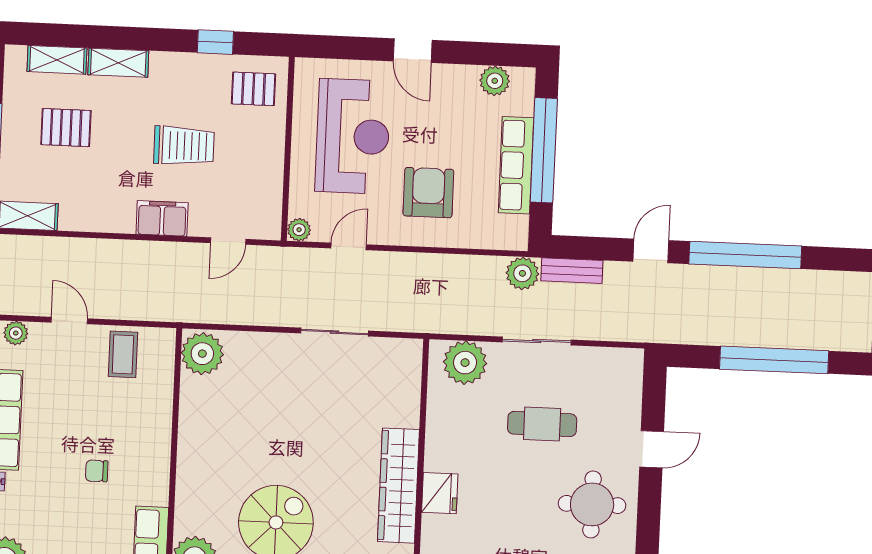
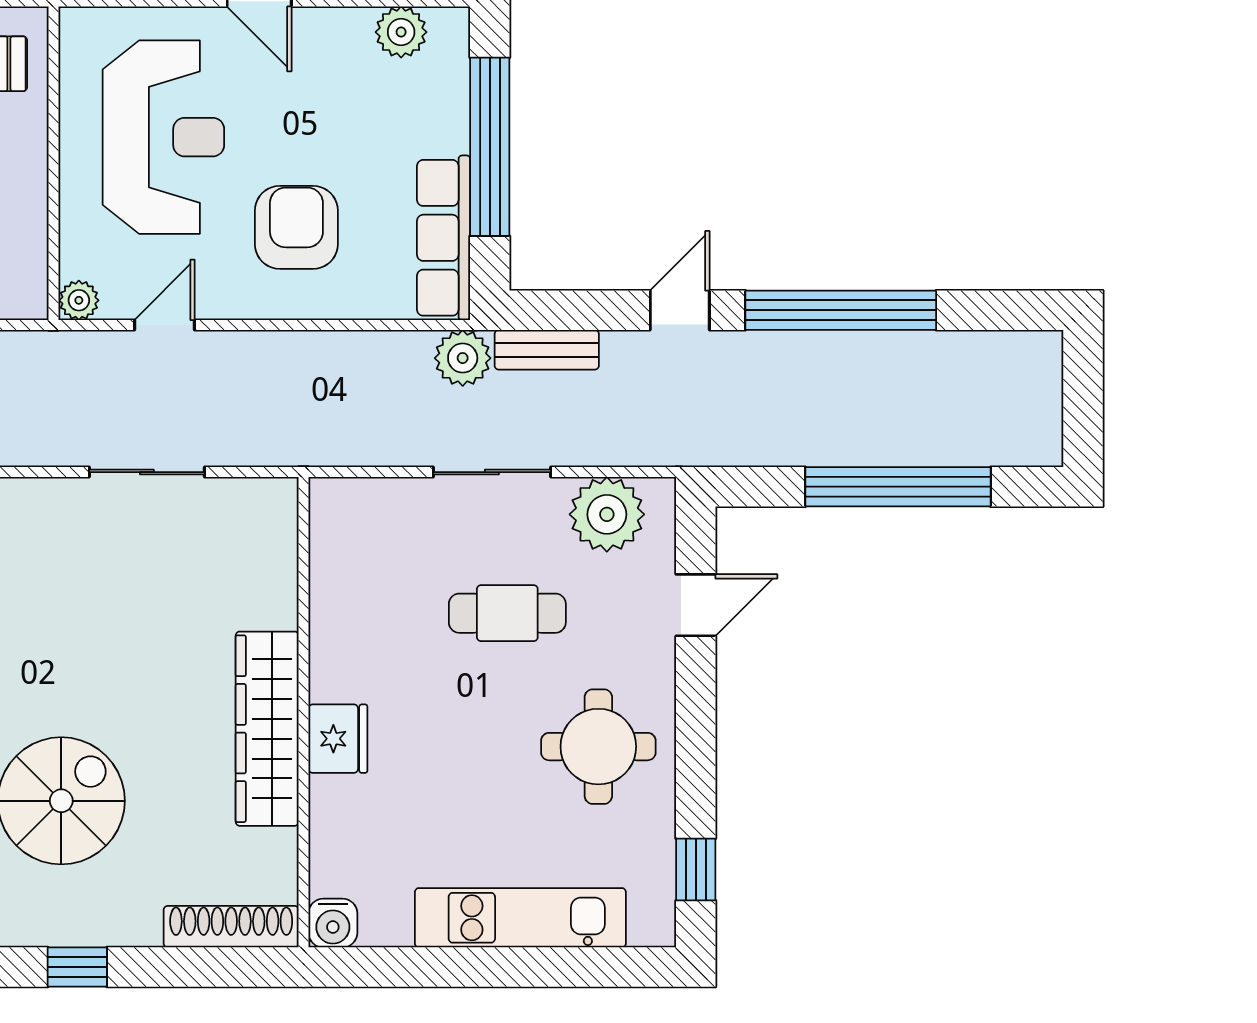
row of seats: (516, 165) -> (444, 238), moved
plant: (465, 363) -> (607, 514), moved
door: (652, 449) -> (696, 605), moved

